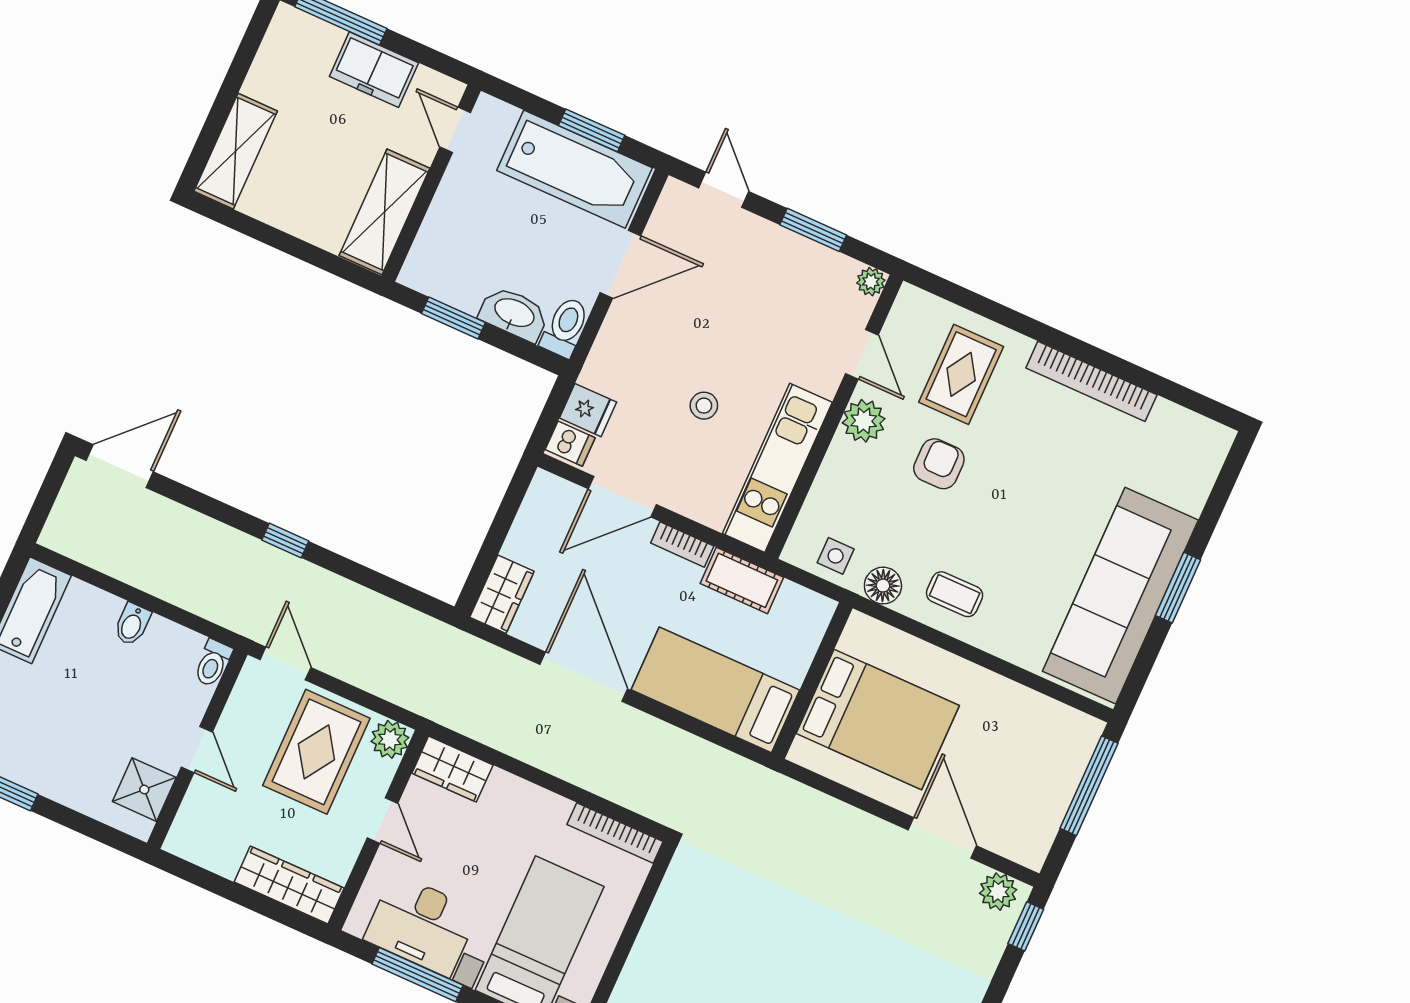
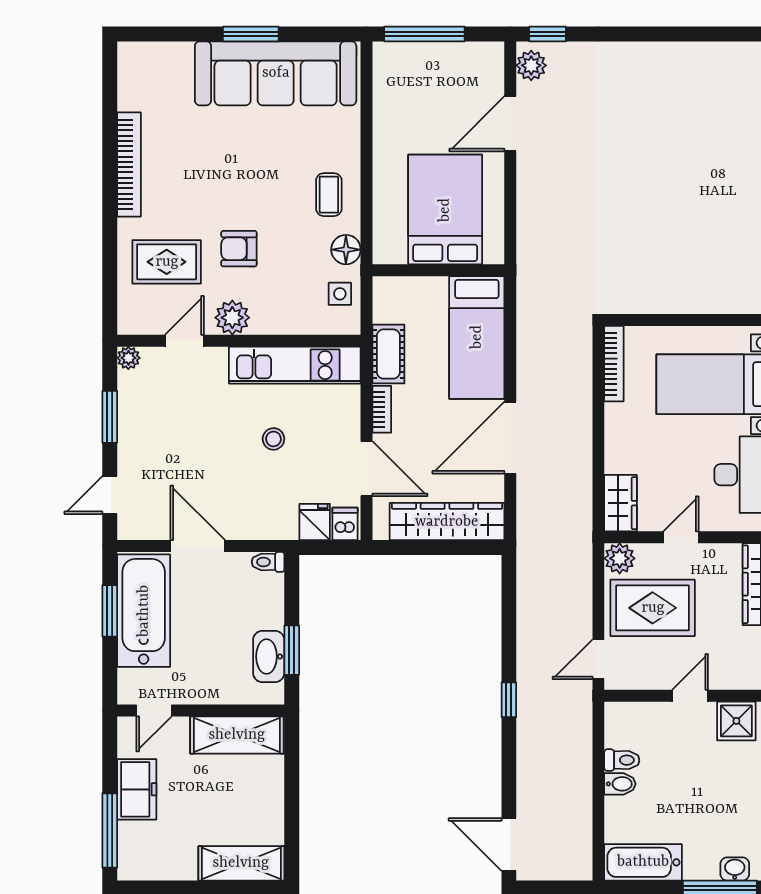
washbasin: (514, 314) -> (269, 656), moved
toilet: (565, 327) -> (268, 562), width x0.73, depth x0.72
wardrobe: (502, 594) -> (447, 522), width x2.10, depth x1.17
toilet: (213, 663) -> (622, 760), moved

